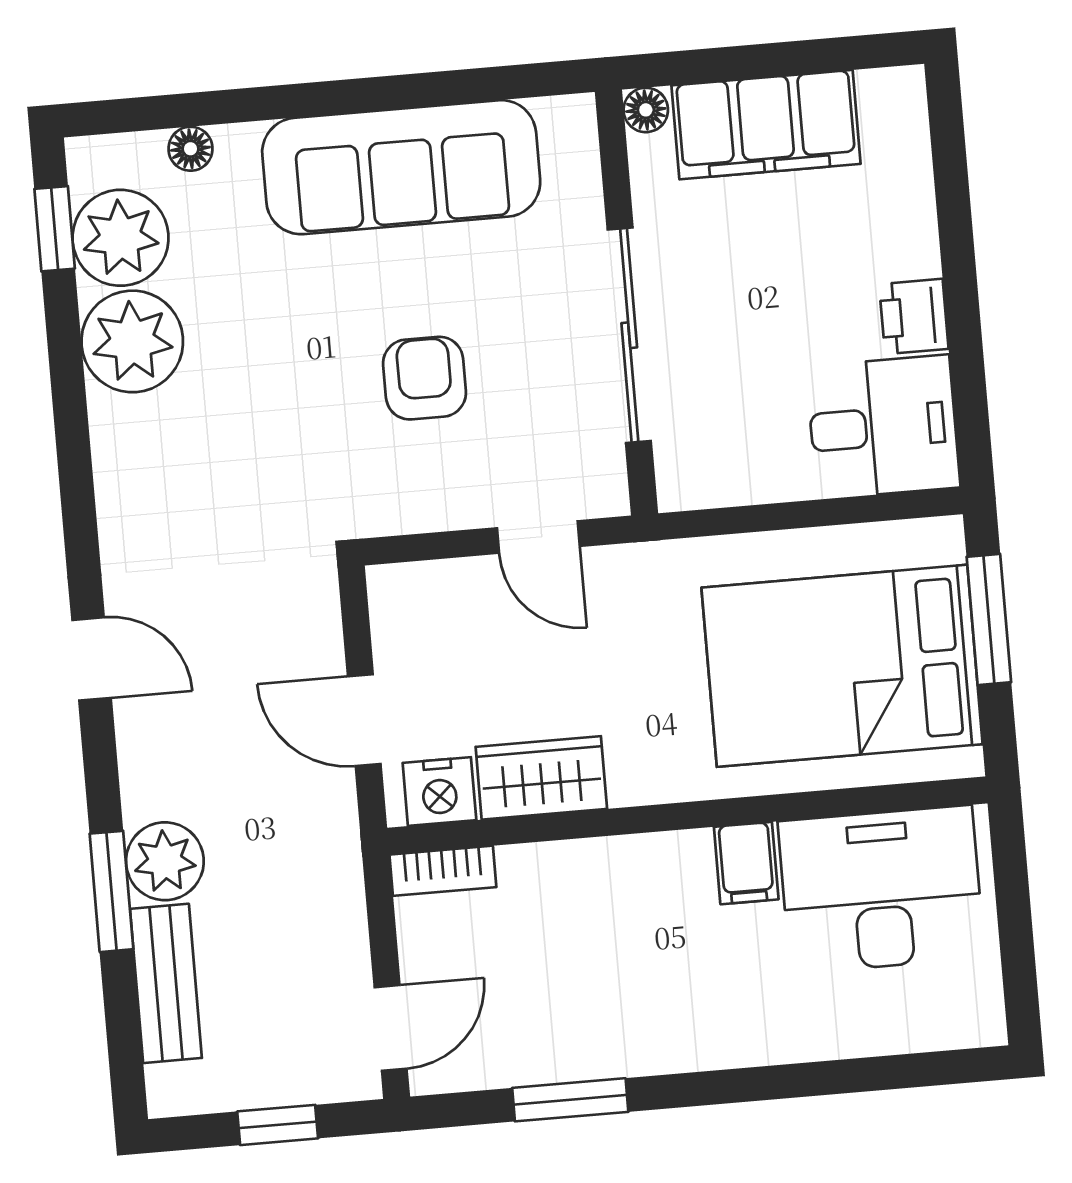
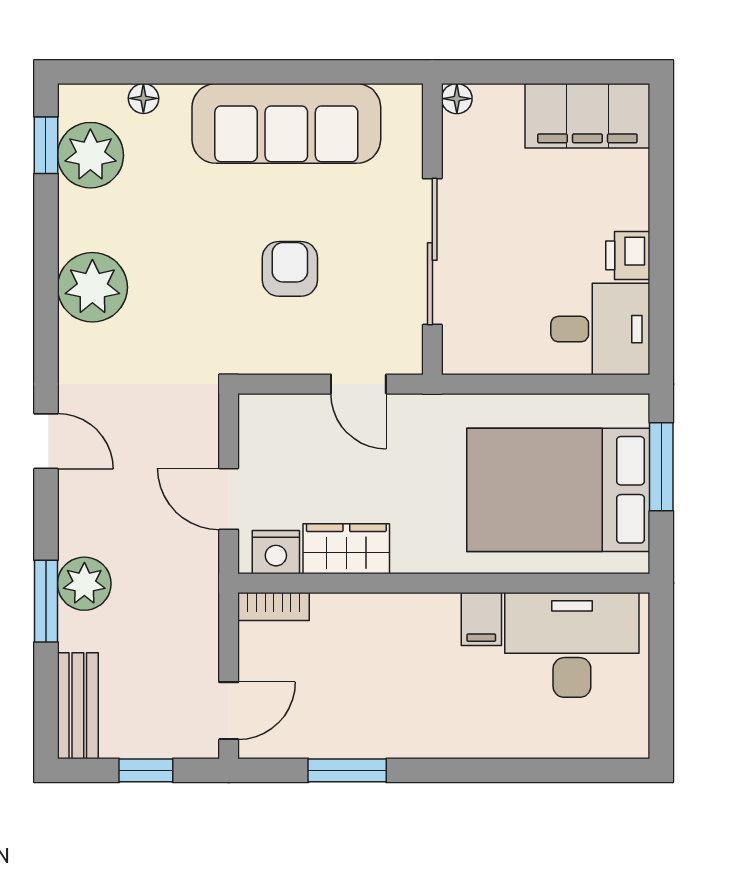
filing cabinet: (766, 125) -> (587, 116), moved
plant: (132, 341) -> (92, 287), moved
bench: (166, 983) -> (78, 706), moved

